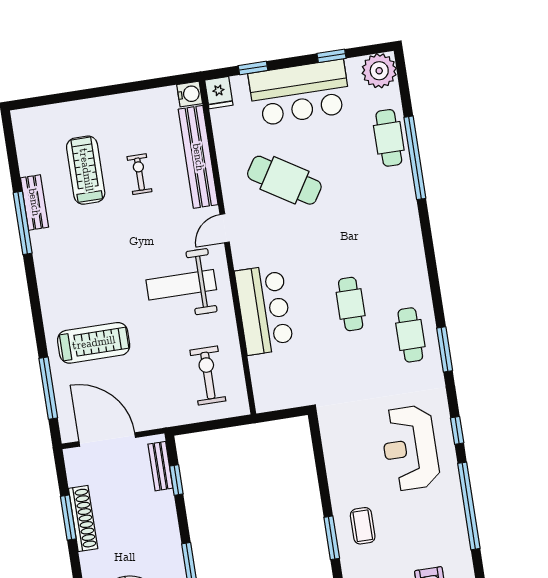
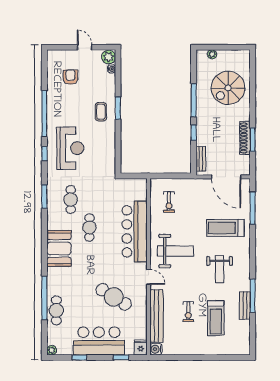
plant: (379, 71) -> (52, 350), width x0.53, depth x0.53
door: (225, 228) -> (149, 277), hinge flipped
booth: (402, 256) -> (59, 248), added
weight bench: (93, 263) -> (220, 269), added
bar counter: (264, 310) -> (135, 231), width x1.36
cafe table: (410, 335) -> (71, 200), moved
exercise bike: (208, 376) -> (169, 202), width x0.73, depth x0.72
window: (176, 480) -> (194, 133), moved

